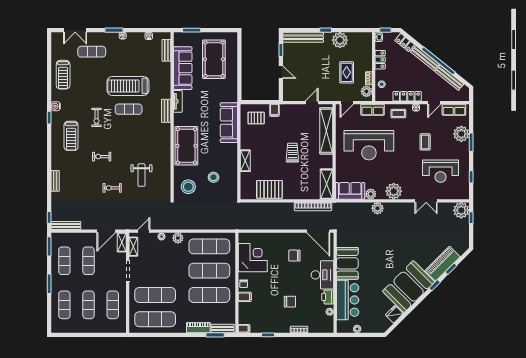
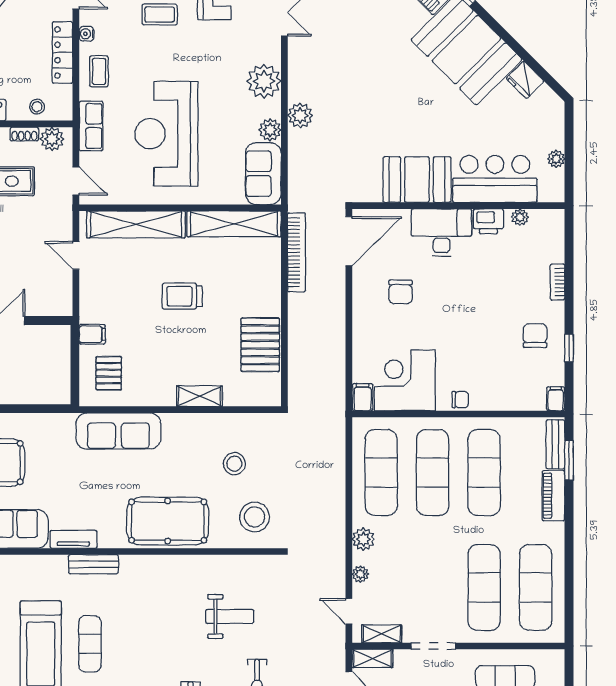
reception desk: (369, 145) -> (166, 134), turned 180
shelving: (326, 184) -> (234, 224), width x1.47
filing cabinet: (245, 297) -> (363, 397), moved
chair: (290, 302) -> (535, 336), moved

